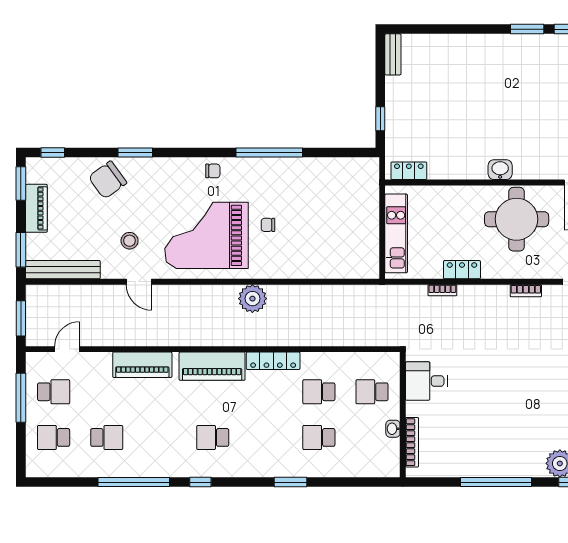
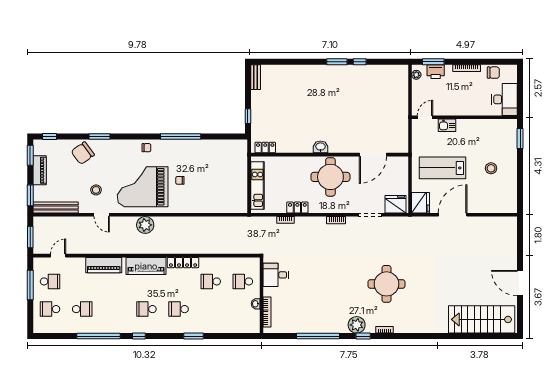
plant: (252, 299) -> (145, 225), moved
school desk: (319, 437) -> (179, 309), moved

